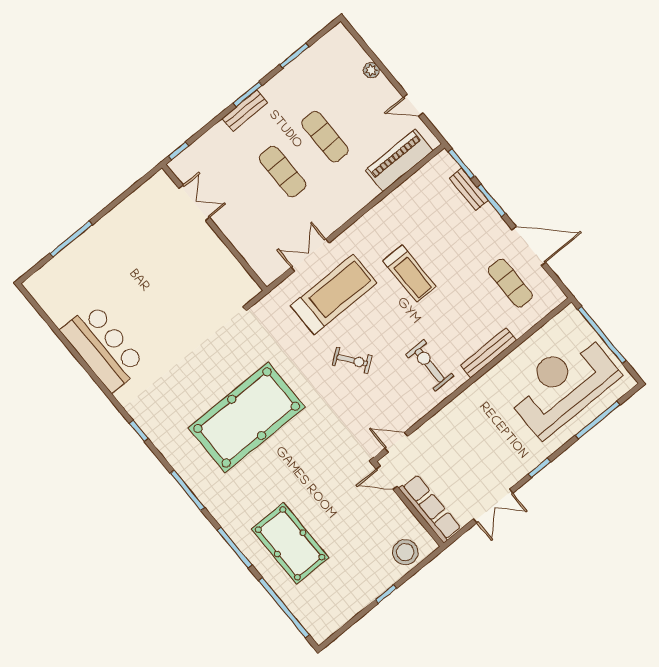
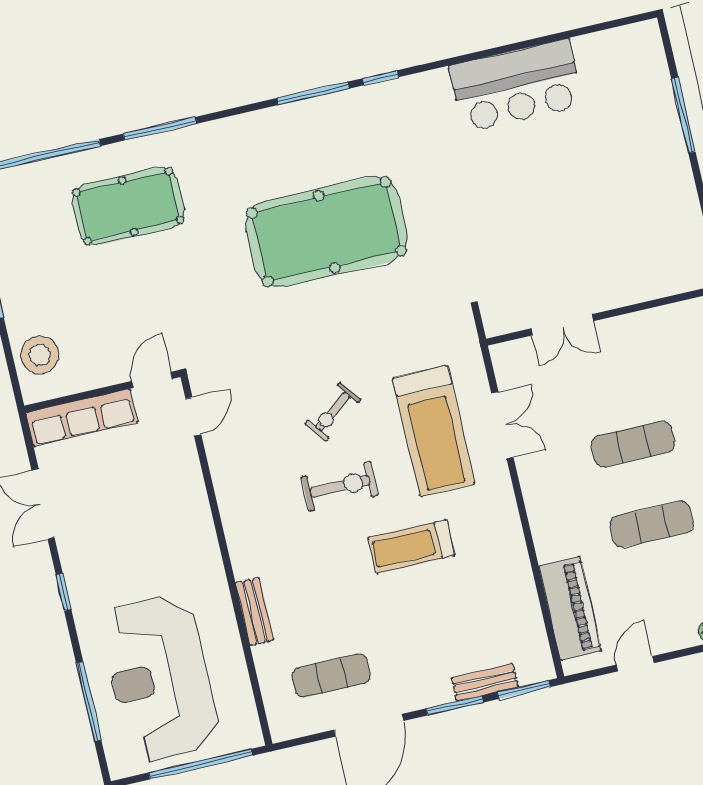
double door: (194, 203) -> (562, 325), moved
bench: (489, 353) -> (255, 612), width x0.73
exercise bike: (430, 365) -> (340, 486), moved
reception desk: (563, 385) -> (160, 679), turned 180
pool table: (247, 417) -> (327, 232), turned 90
window: (188, 490) -> (313, 93), moved

